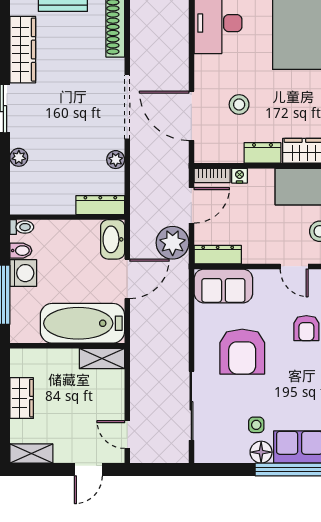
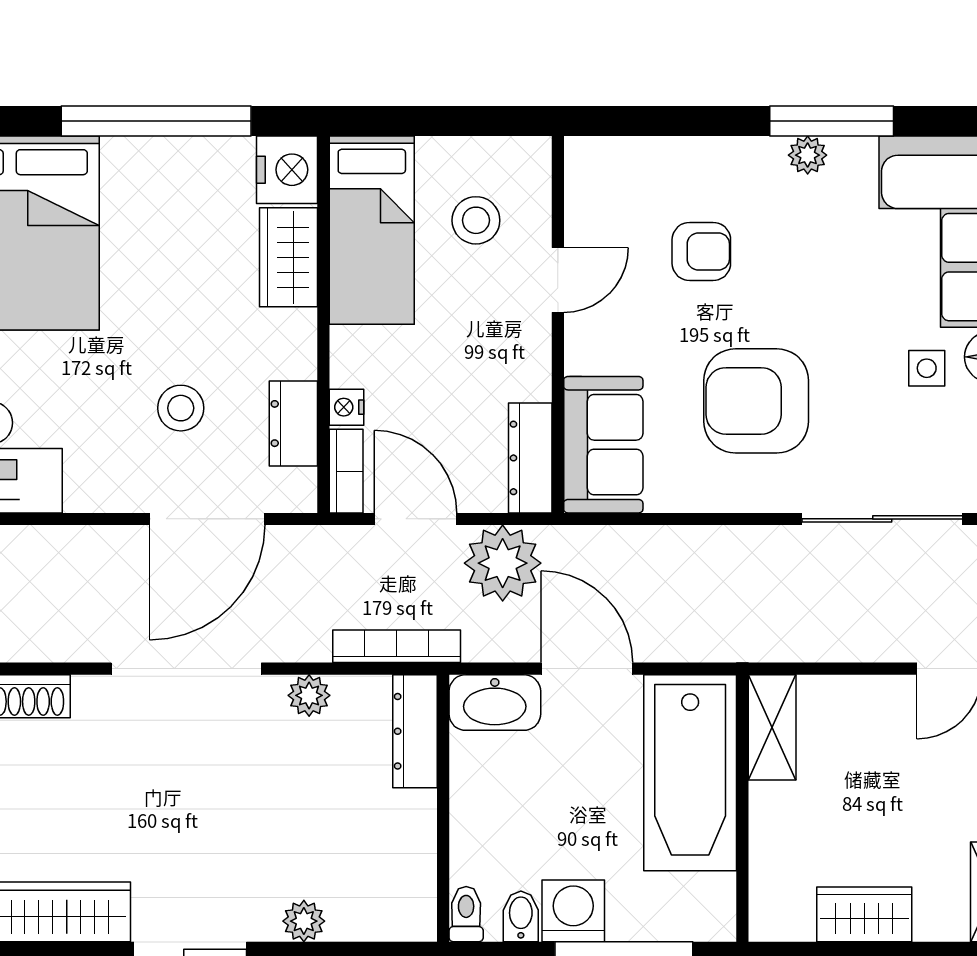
dresser: (262, 153) -> (293, 424), moved
bookcase: (137, 197) -> (397, 646), added
armchair: (242, 352) -> (756, 401), turned 180

